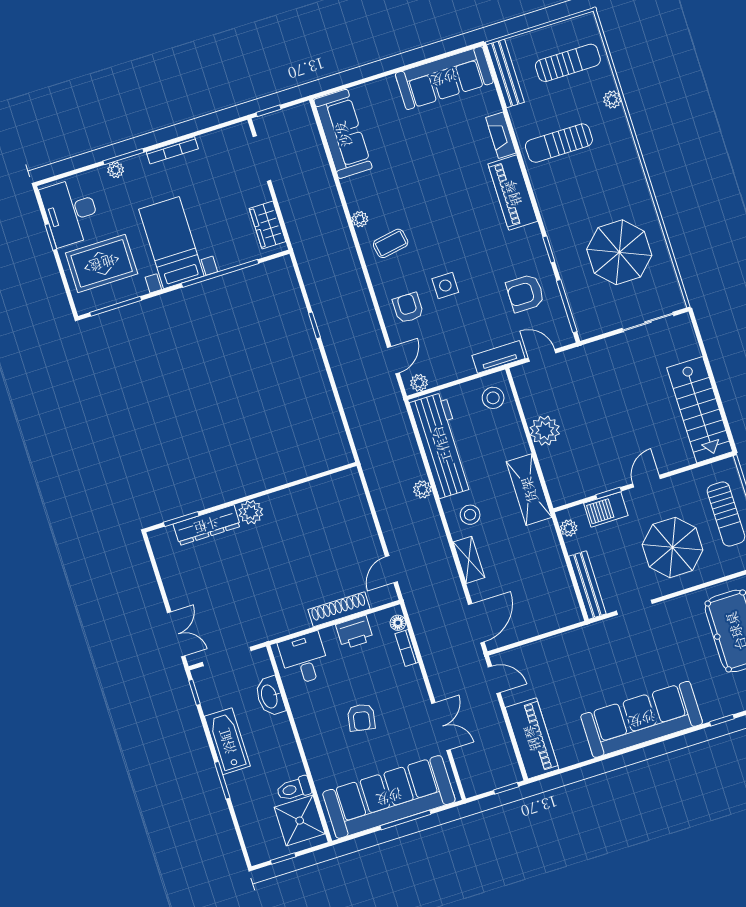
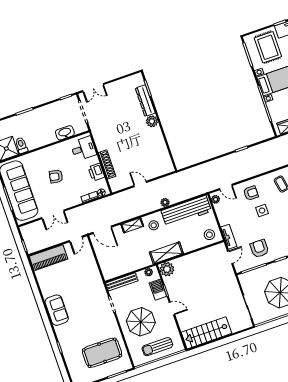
plant: (545, 431) -> (167, 269), moved
door: (391, 569) -> (140, 184), moved
sofa: (642, 719) -> (57, 310), width x0.54, depth x0.79
bathtub: (227, 741) -> (43, 113), removed

